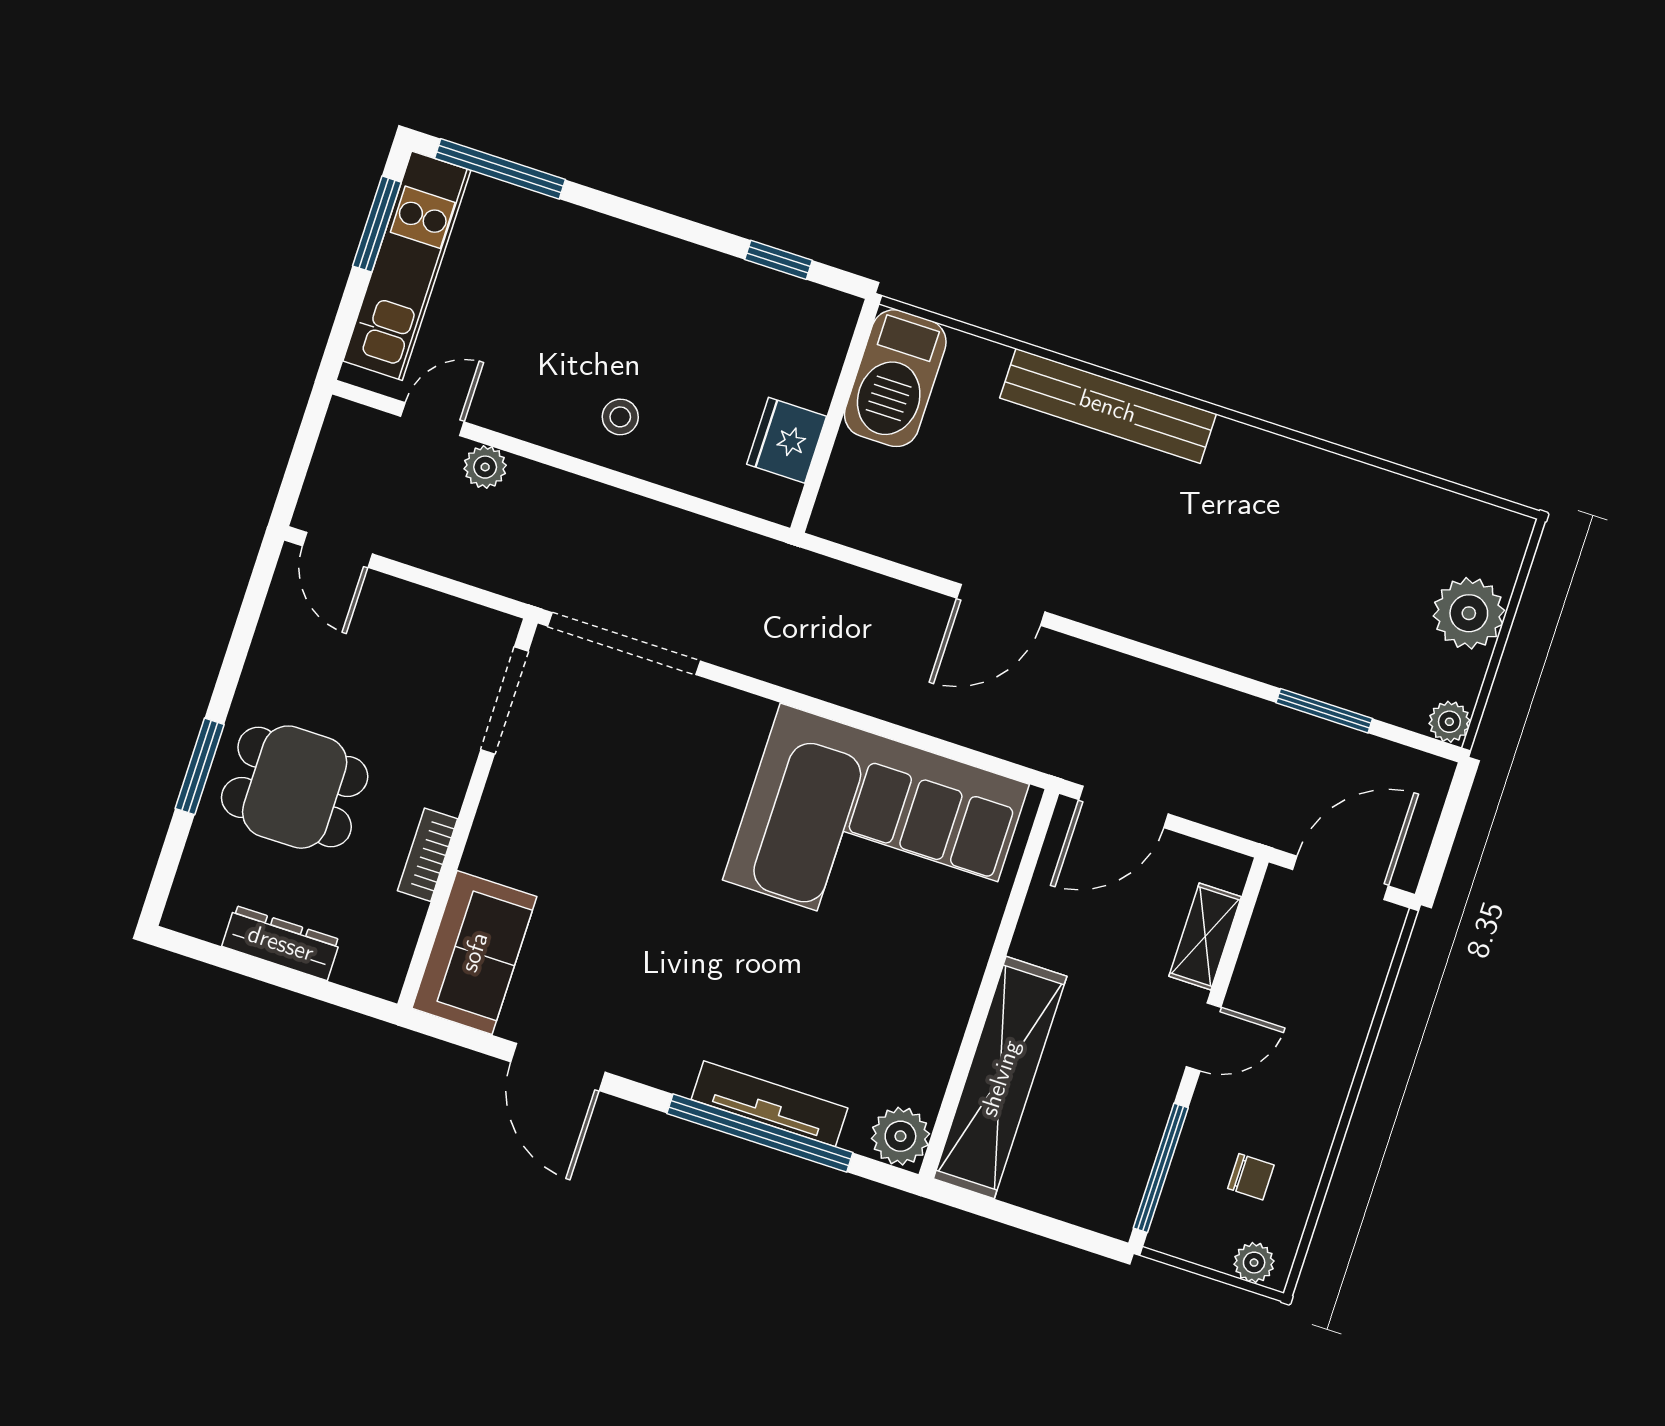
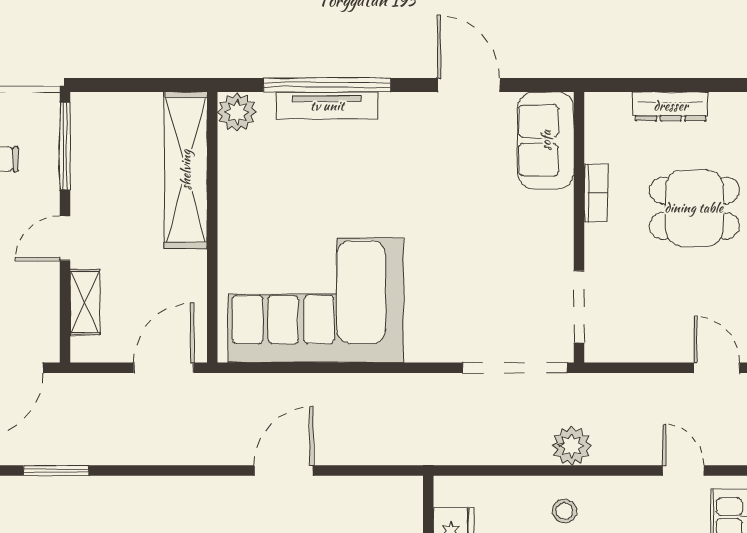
door: (432, 419) -> (683, 471), swing flipped
plant: (485, 467) -> (572, 446), moved, width x1.38, depth x1.38

